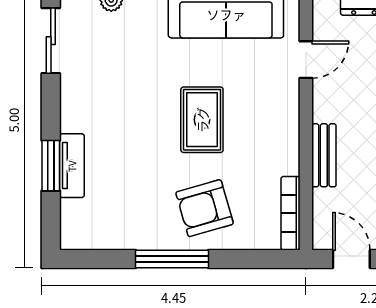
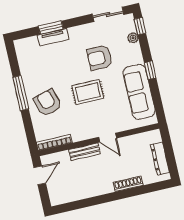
door: (306, 60) -> (108, 138), moved
armchair: (137, 79) -> (100, 58), added

